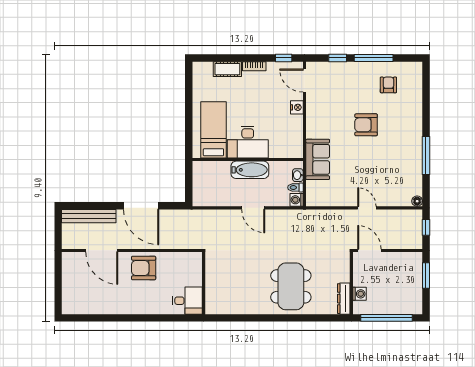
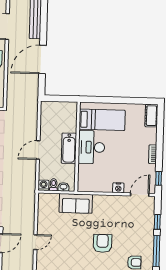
cot: (227, 69) -> (151, 116), moved

